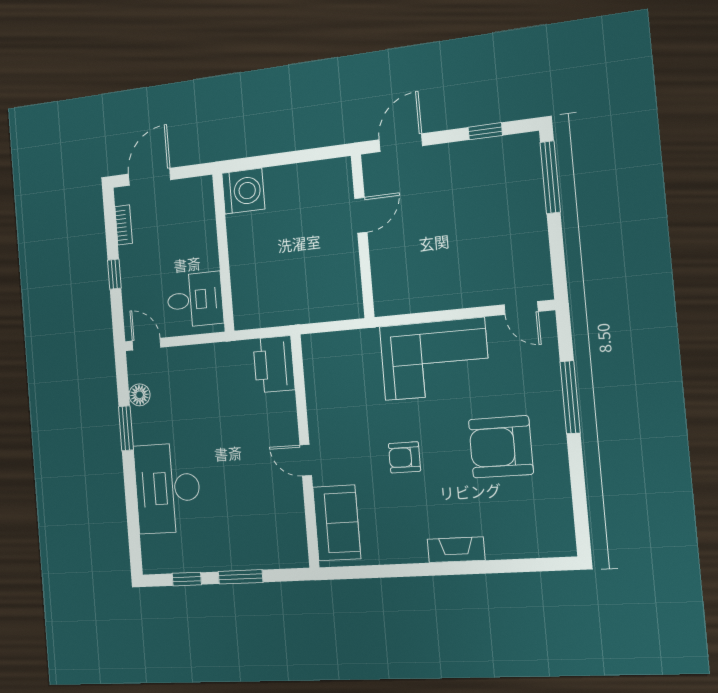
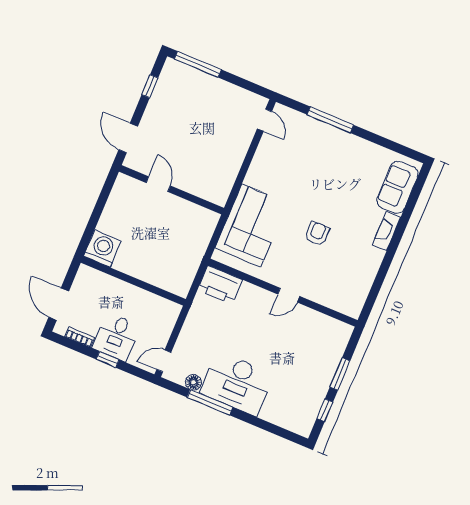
desk: (195, 300) -> (116, 337), moved, turned 180
door: (521, 308) -> (265, 120), hinge flipped
corner sofa: (434, 359) -> (251, 225), moved
window: (126, 428) -> (210, 402), width x1.44
armchair: (501, 447) -> (339, 174), removed
armchair: (404, 457) -> (317, 234), turned 180
desk: (167, 488) -> (237, 383), moved
sofa: (337, 523) -> (398, 187), moved, turned -90

